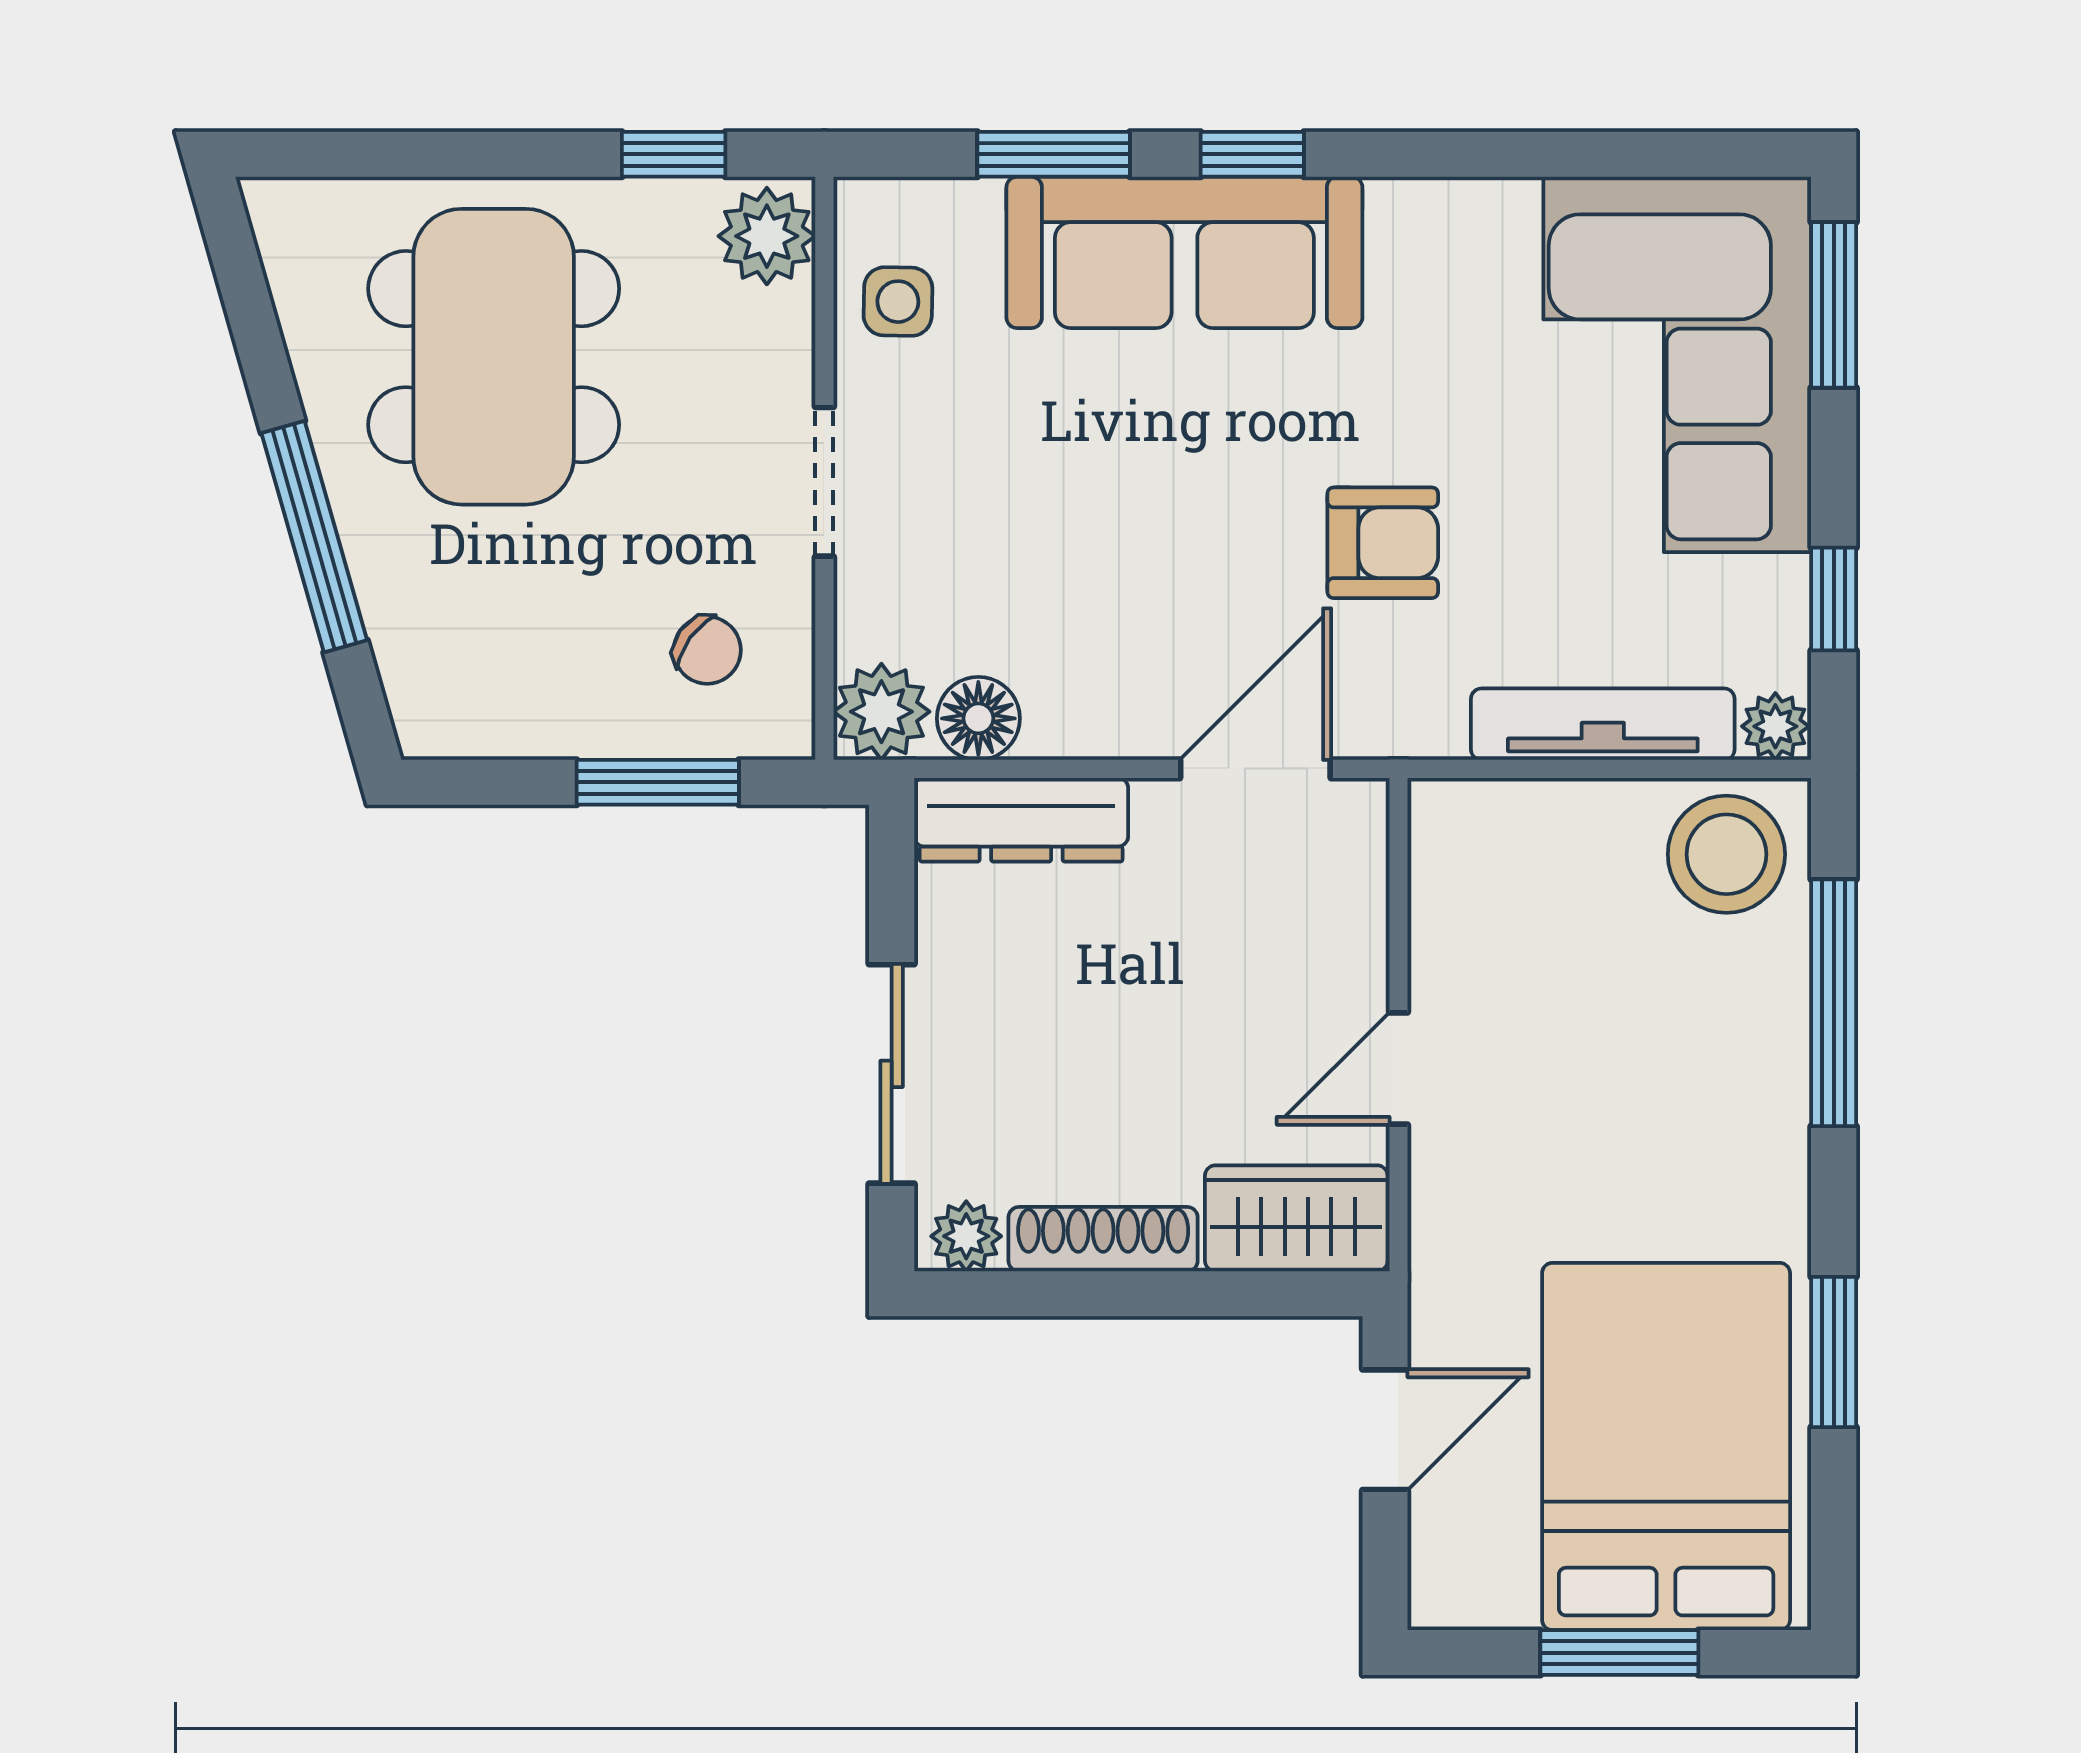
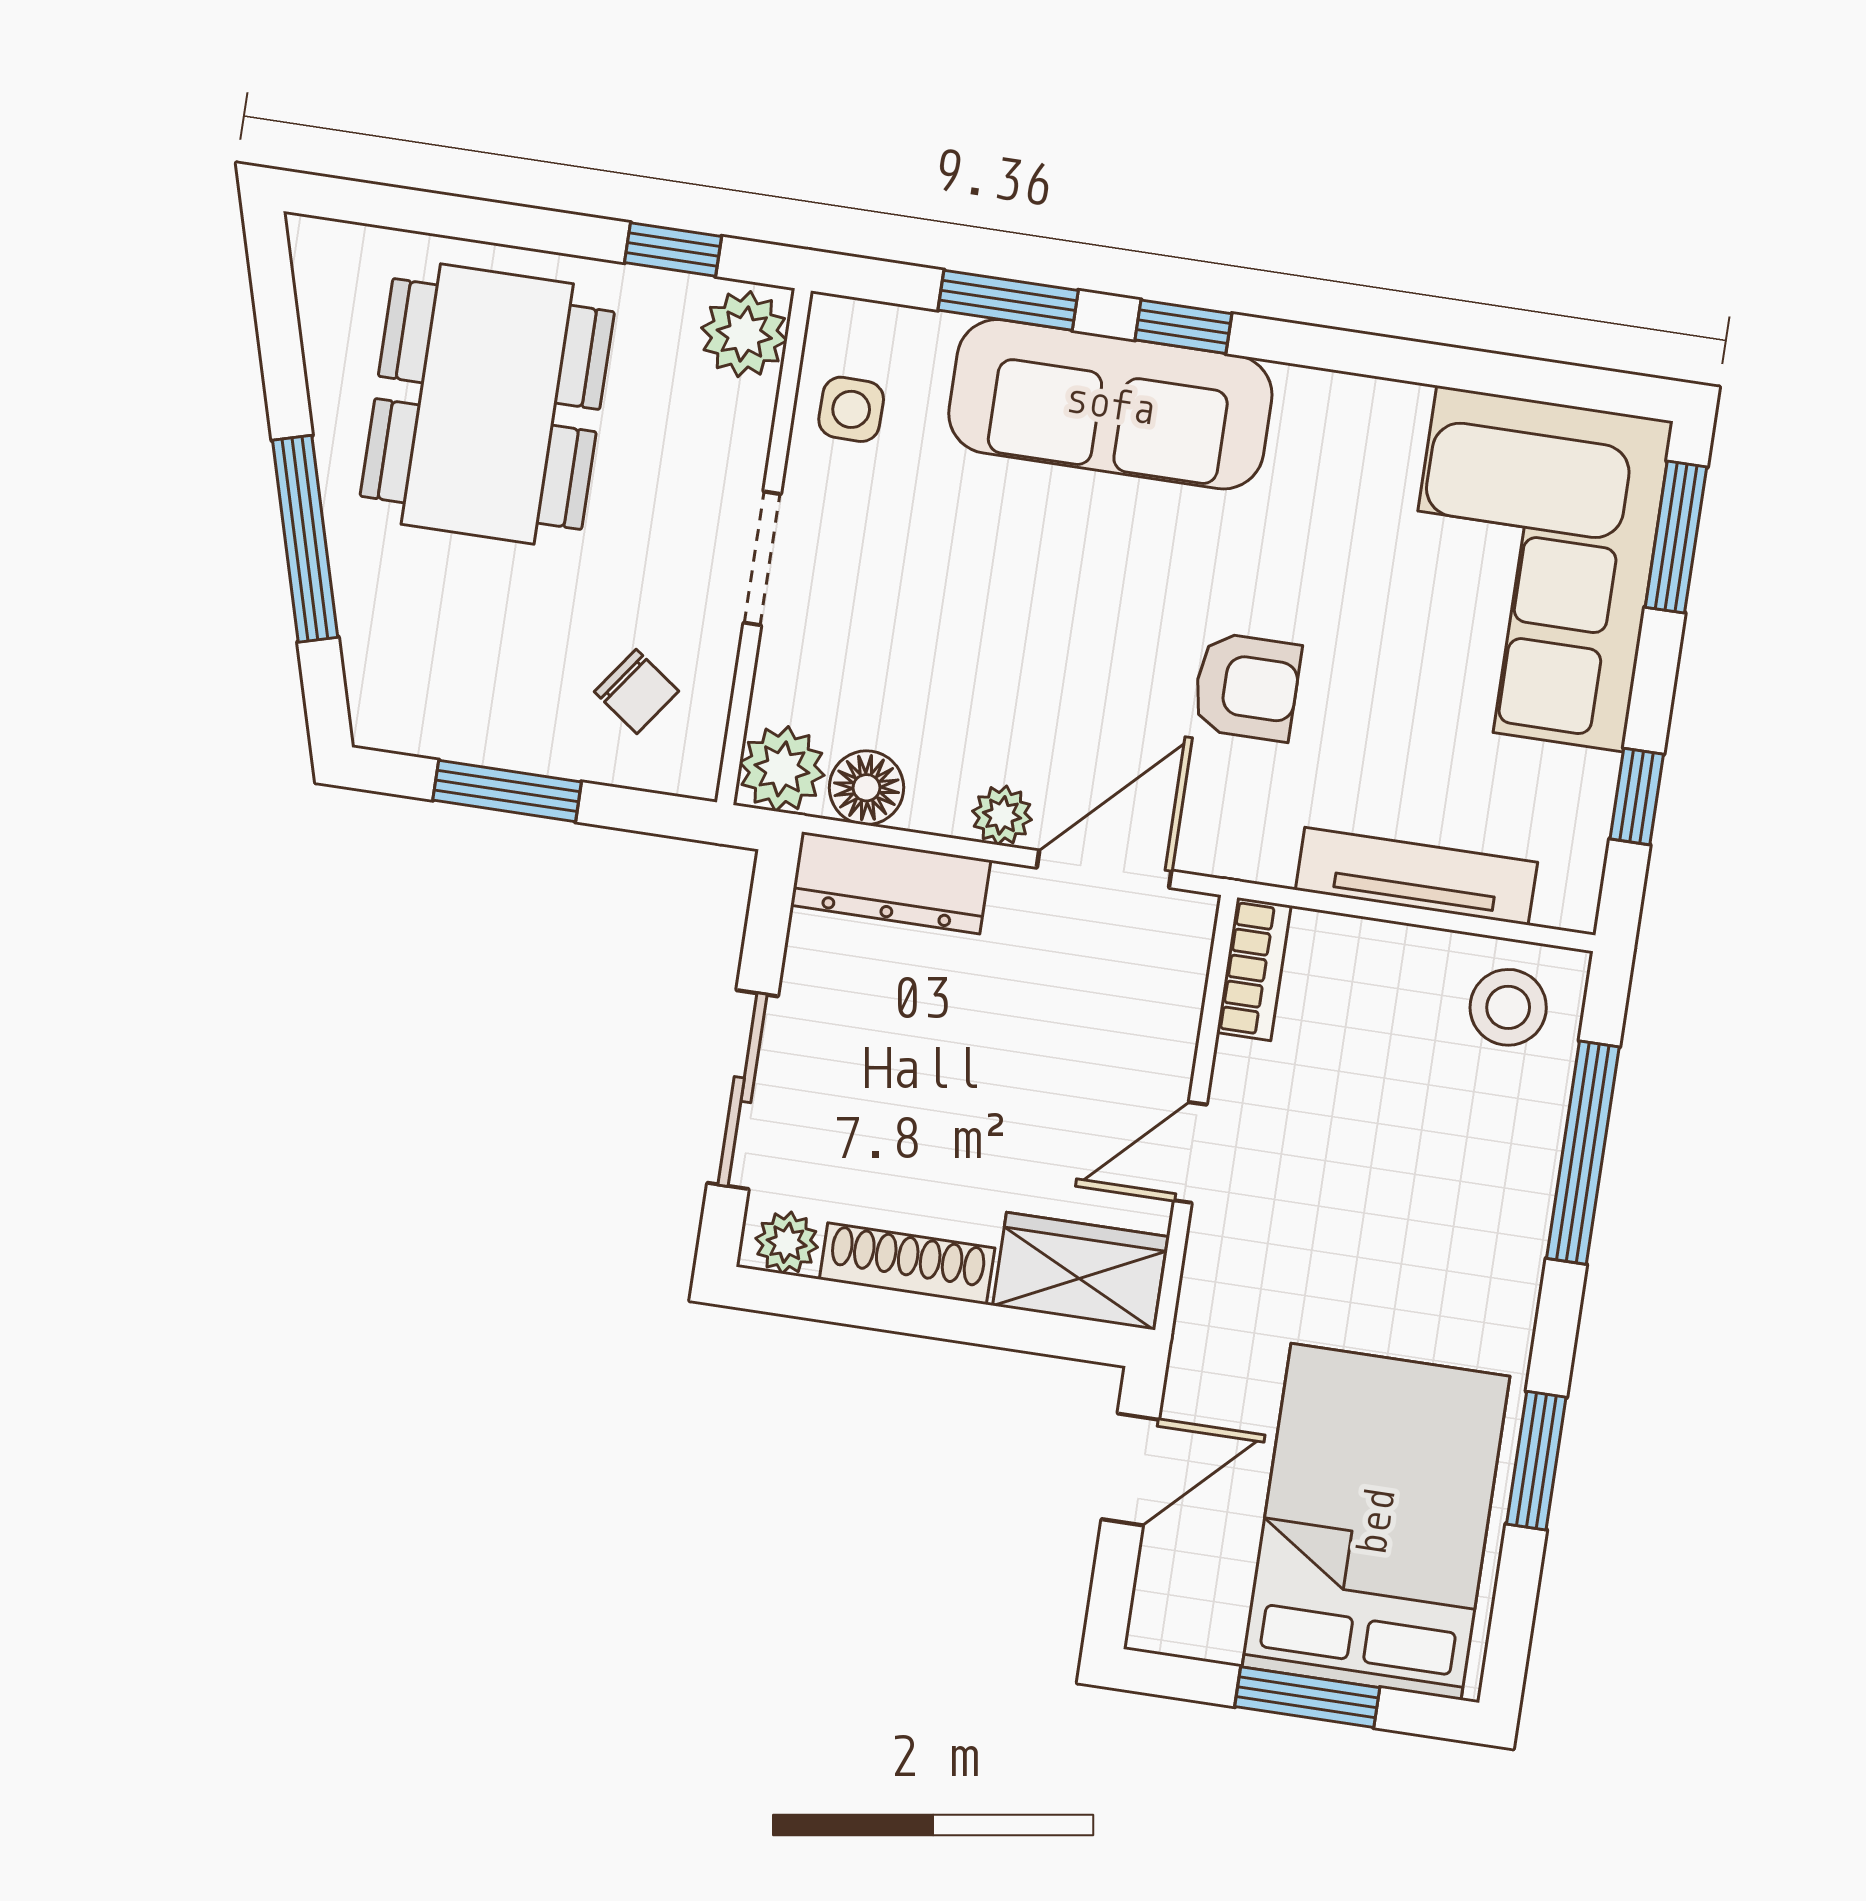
plant: (1775, 726) -> (1002, 815), moved
window: (658, 782) -> (507, 791), moved
stool: (1726, 854) -> (1508, 1007), width x0.73, depth x0.73
bookcase: (1438, 855) -> (1254, 969), added

